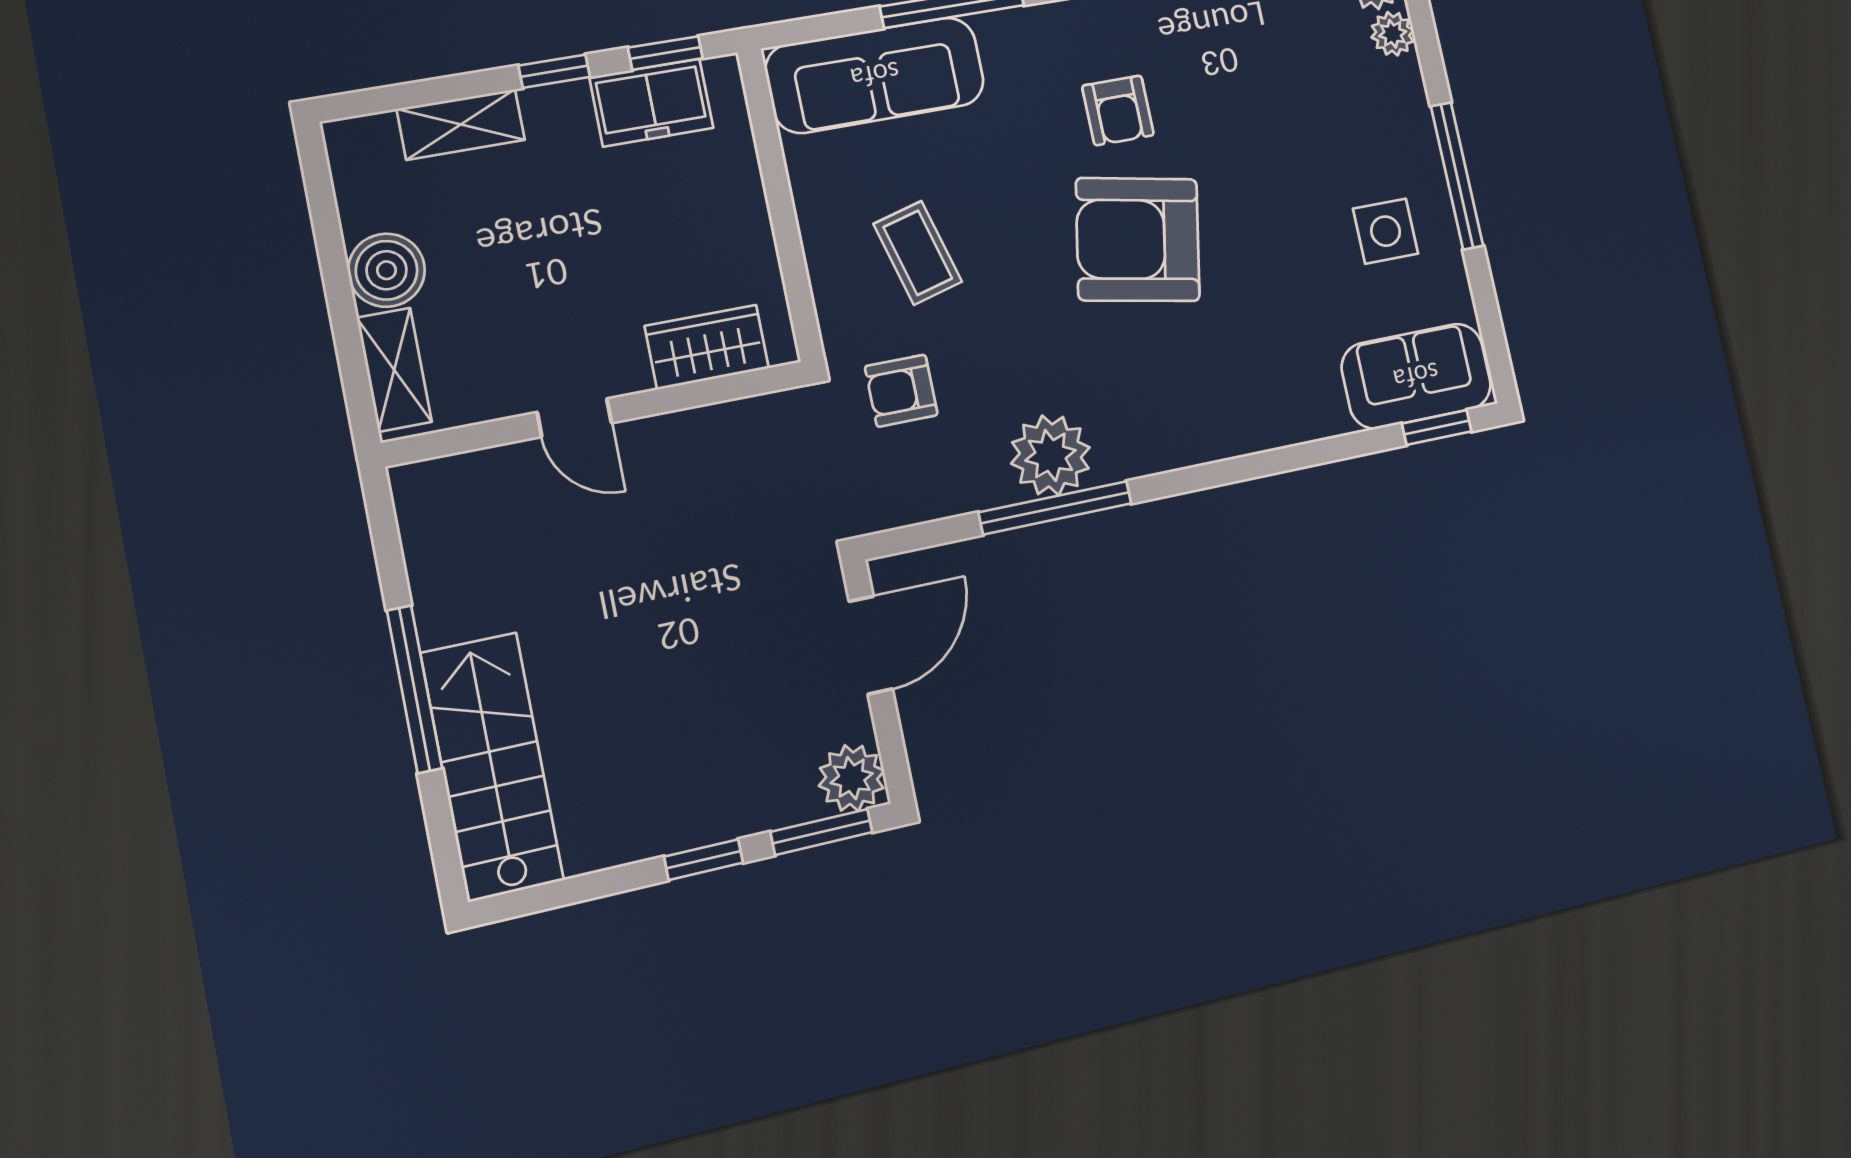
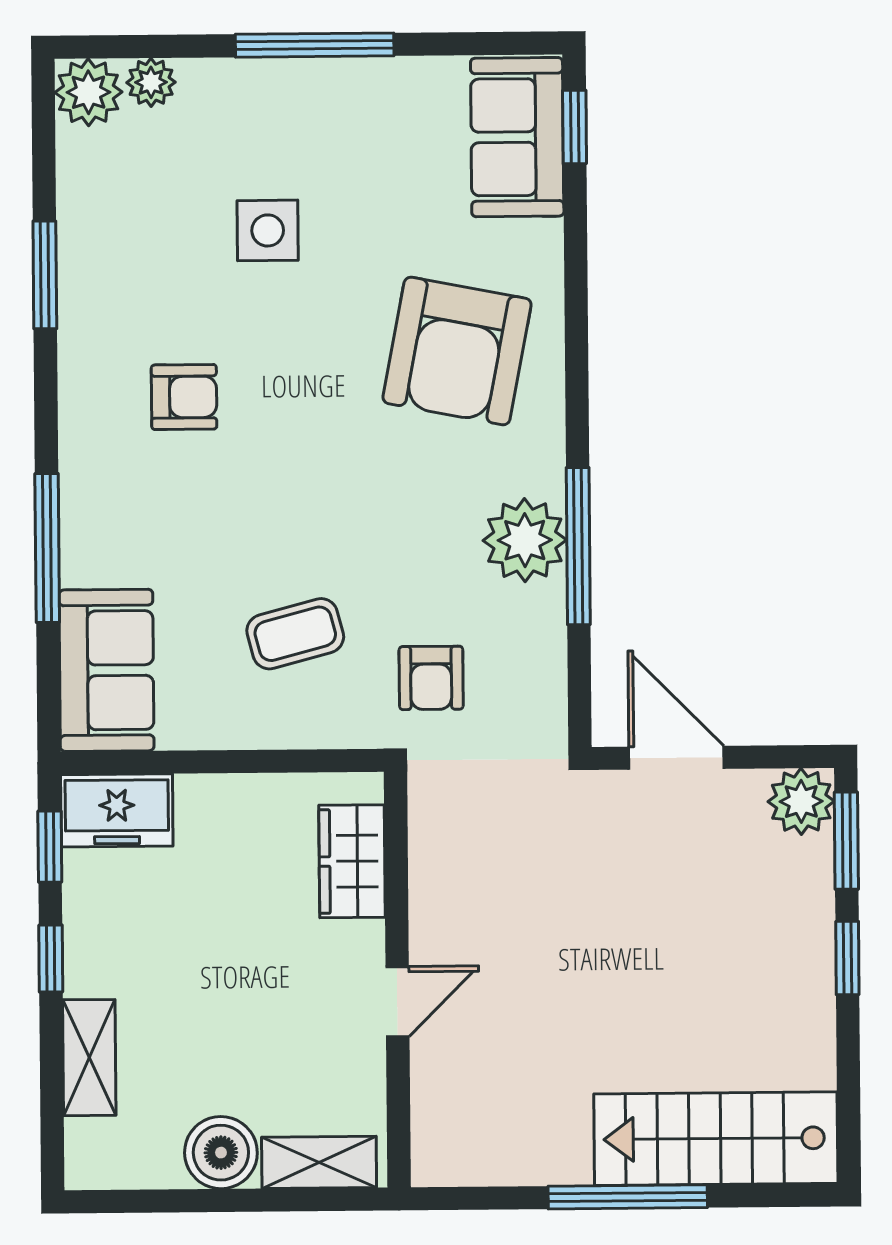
sofa: (875, 75) -> (107, 670), width x0.73
freezer: (651, 103) -> (117, 810), moved, turned 90
side table: (1386, 231) -> (268, 230), moved
armchair: (1138, 239) -> (457, 351), moved

